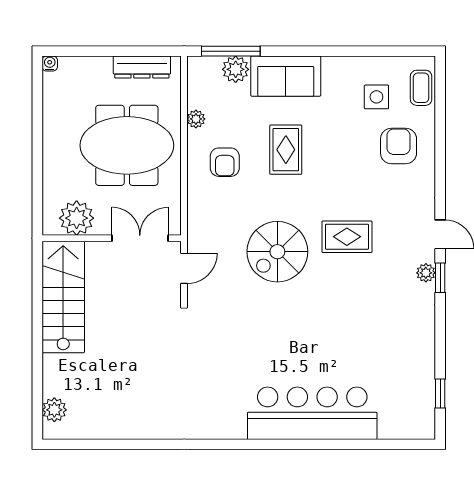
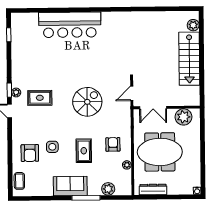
window: (231, 51) -> (86, 198), moved
sofa: (286, 76) -> (70, 186), moved
side table: (376, 97) -> (52, 147), moved
rug: (347, 237) -> (40, 98), moved
stairs: (63, 297) -> (189, 59), moved

